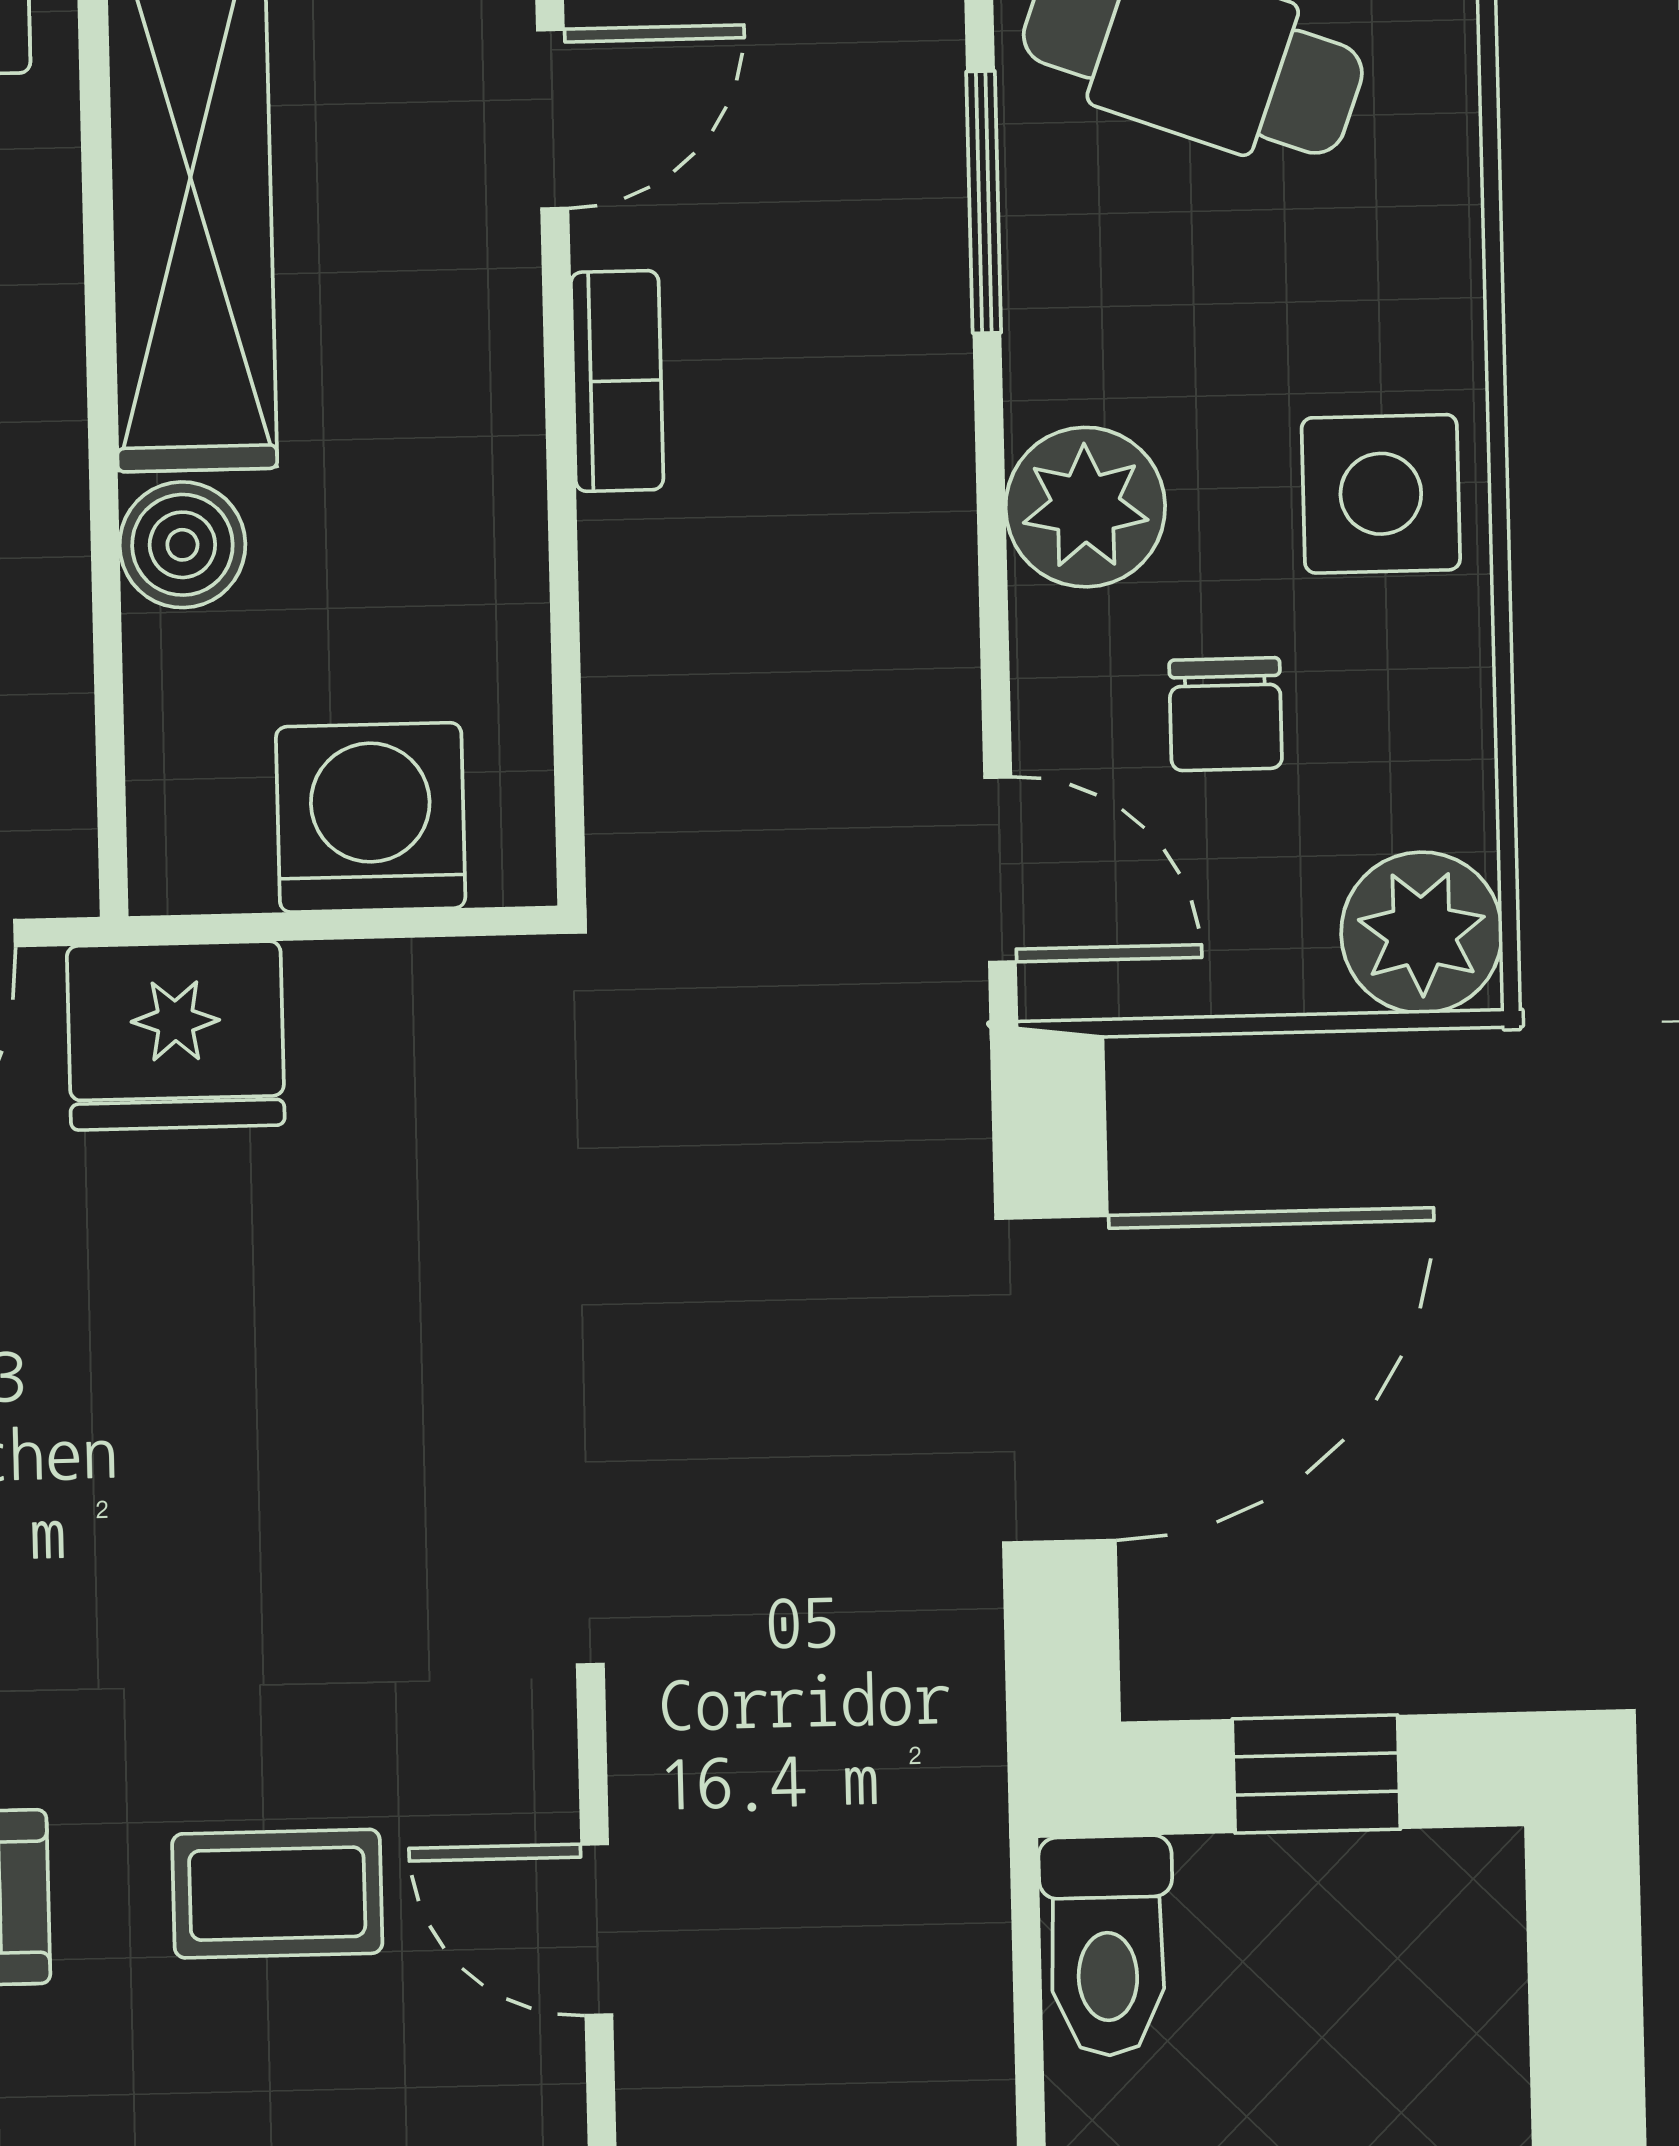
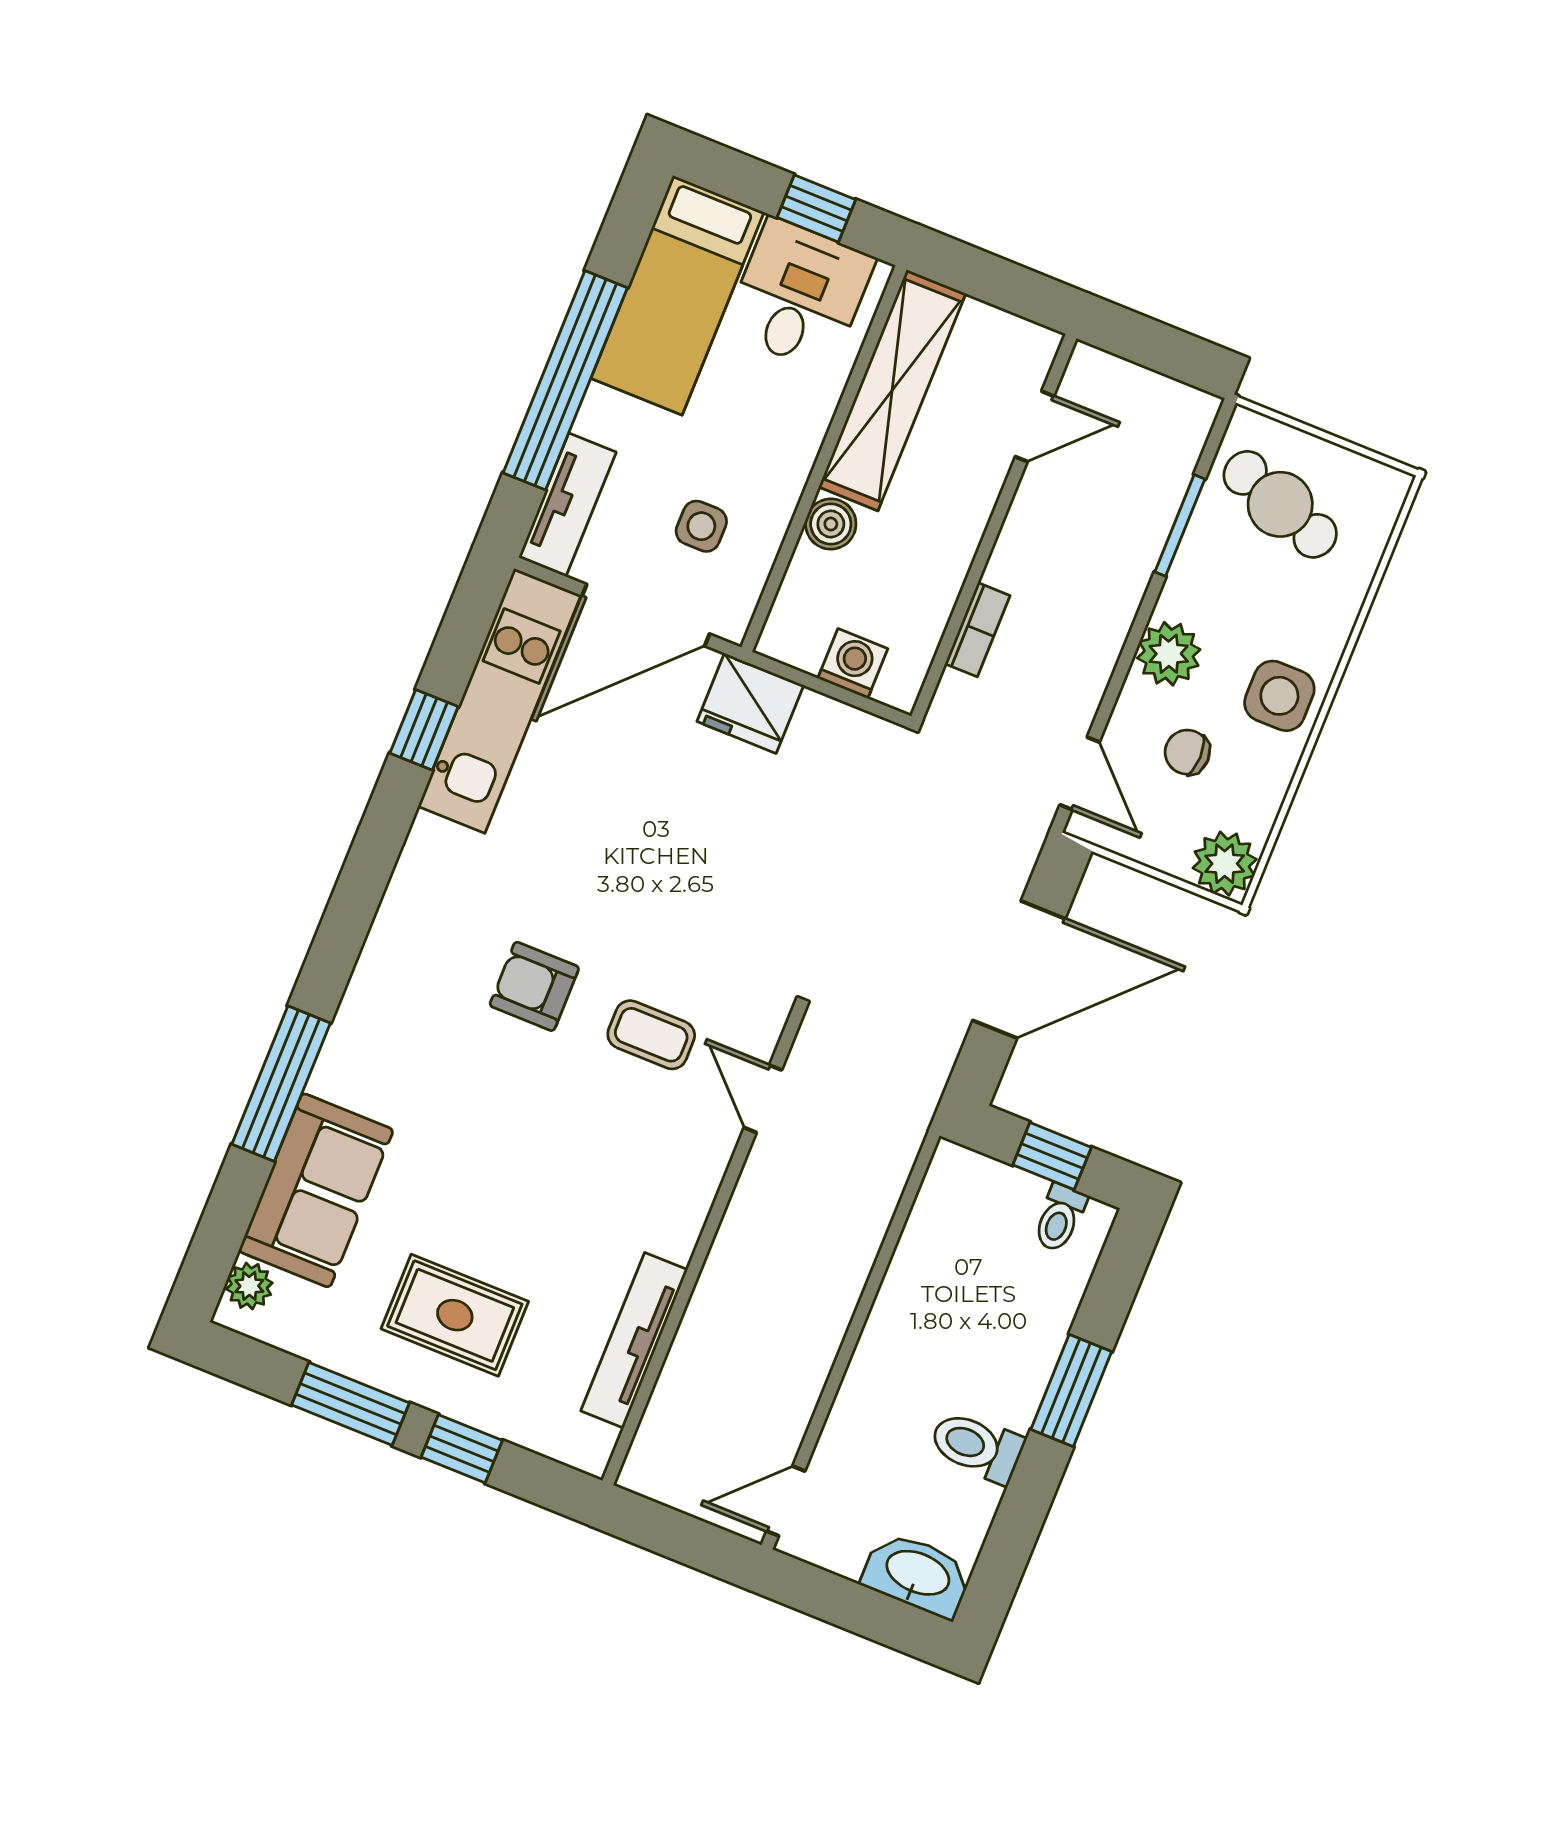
bookcase: (617, 381) -> (978, 630), moved
chair: (1226, 714) -> (1187, 752), turned 90
washing machine: (371, 817) -> (853, 664), width x0.73, depth x0.73
toilet: (1107, 1946) -> (1060, 1218), moved, width x0.73, depth x0.72

